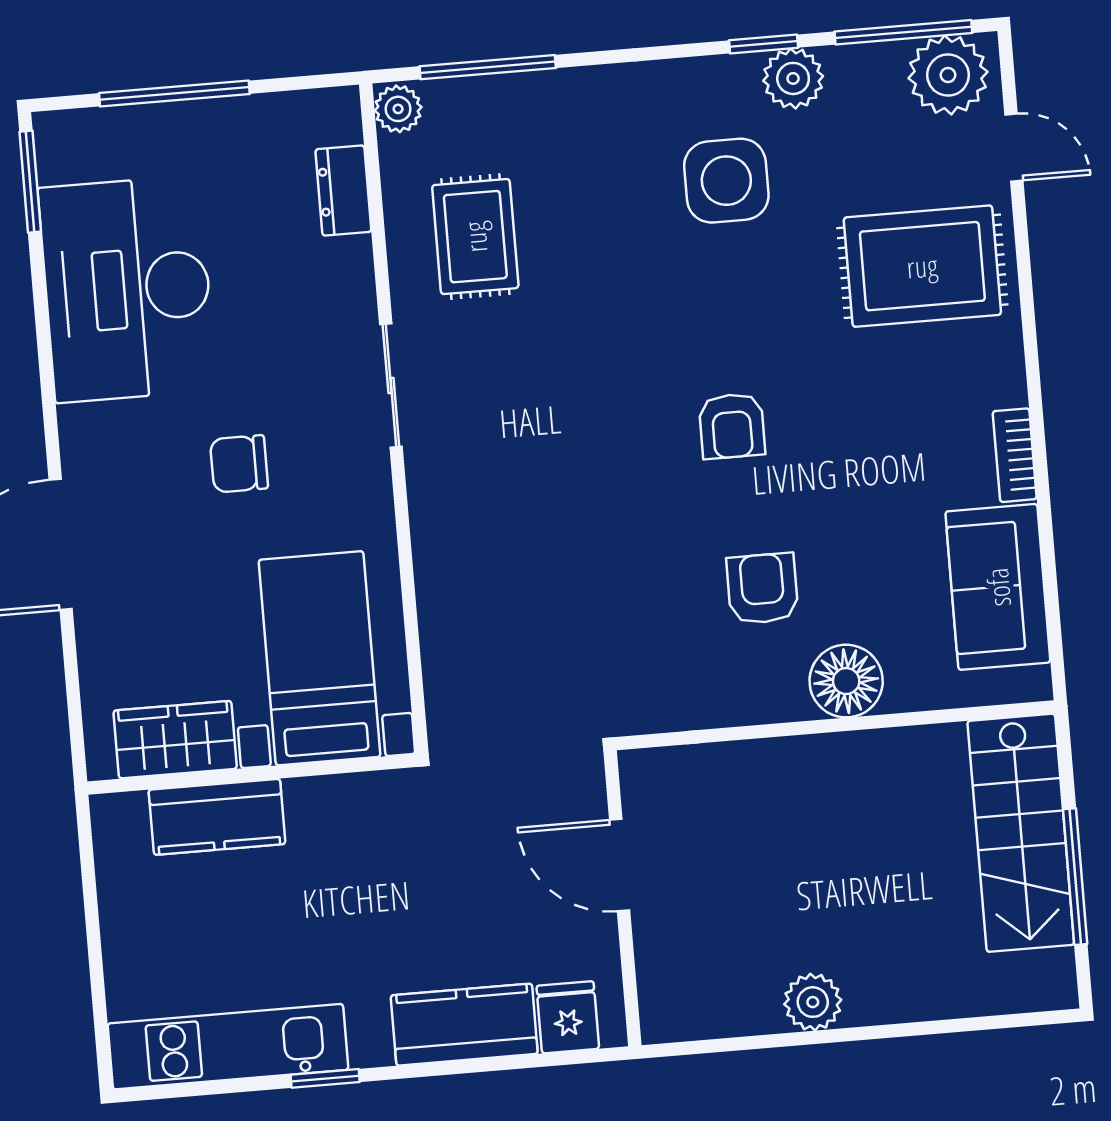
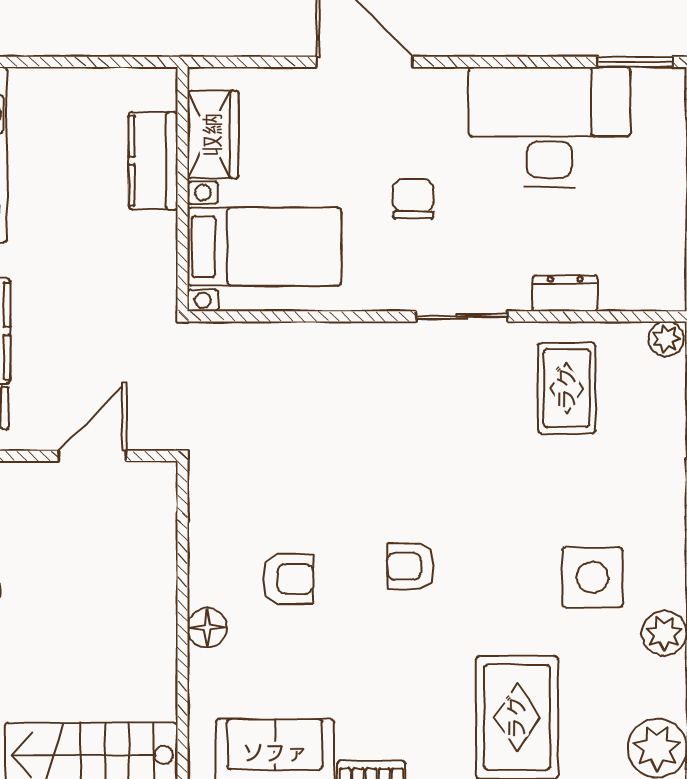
dresser: (343, 191) -> (565, 293), moved
rug: (475, 237) -> (567, 388), turned 90
floor lamp: (846, 681) -> (207, 628), width x0.73, depth x0.73

